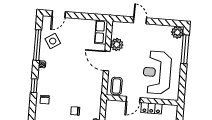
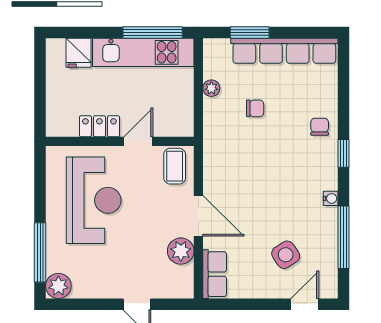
side table: (53, 41) -> (286, 255), moved

